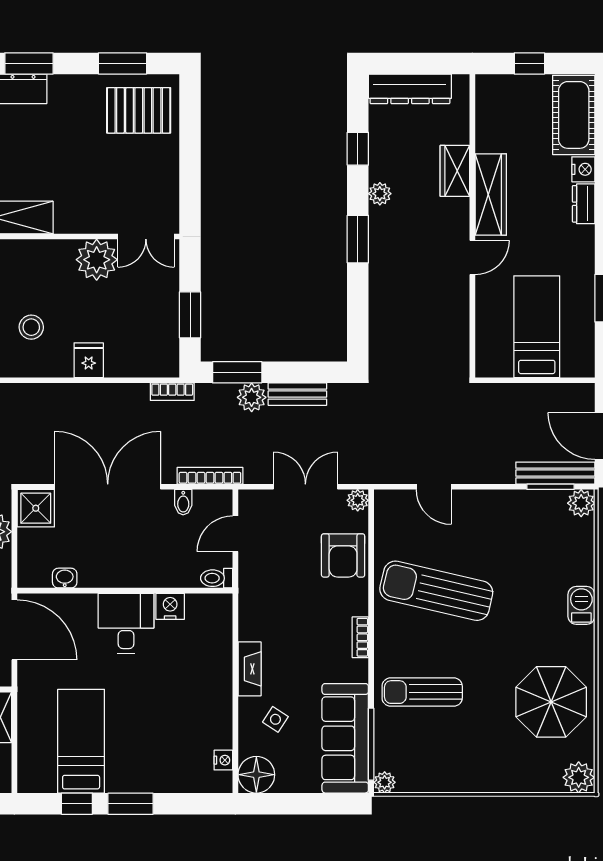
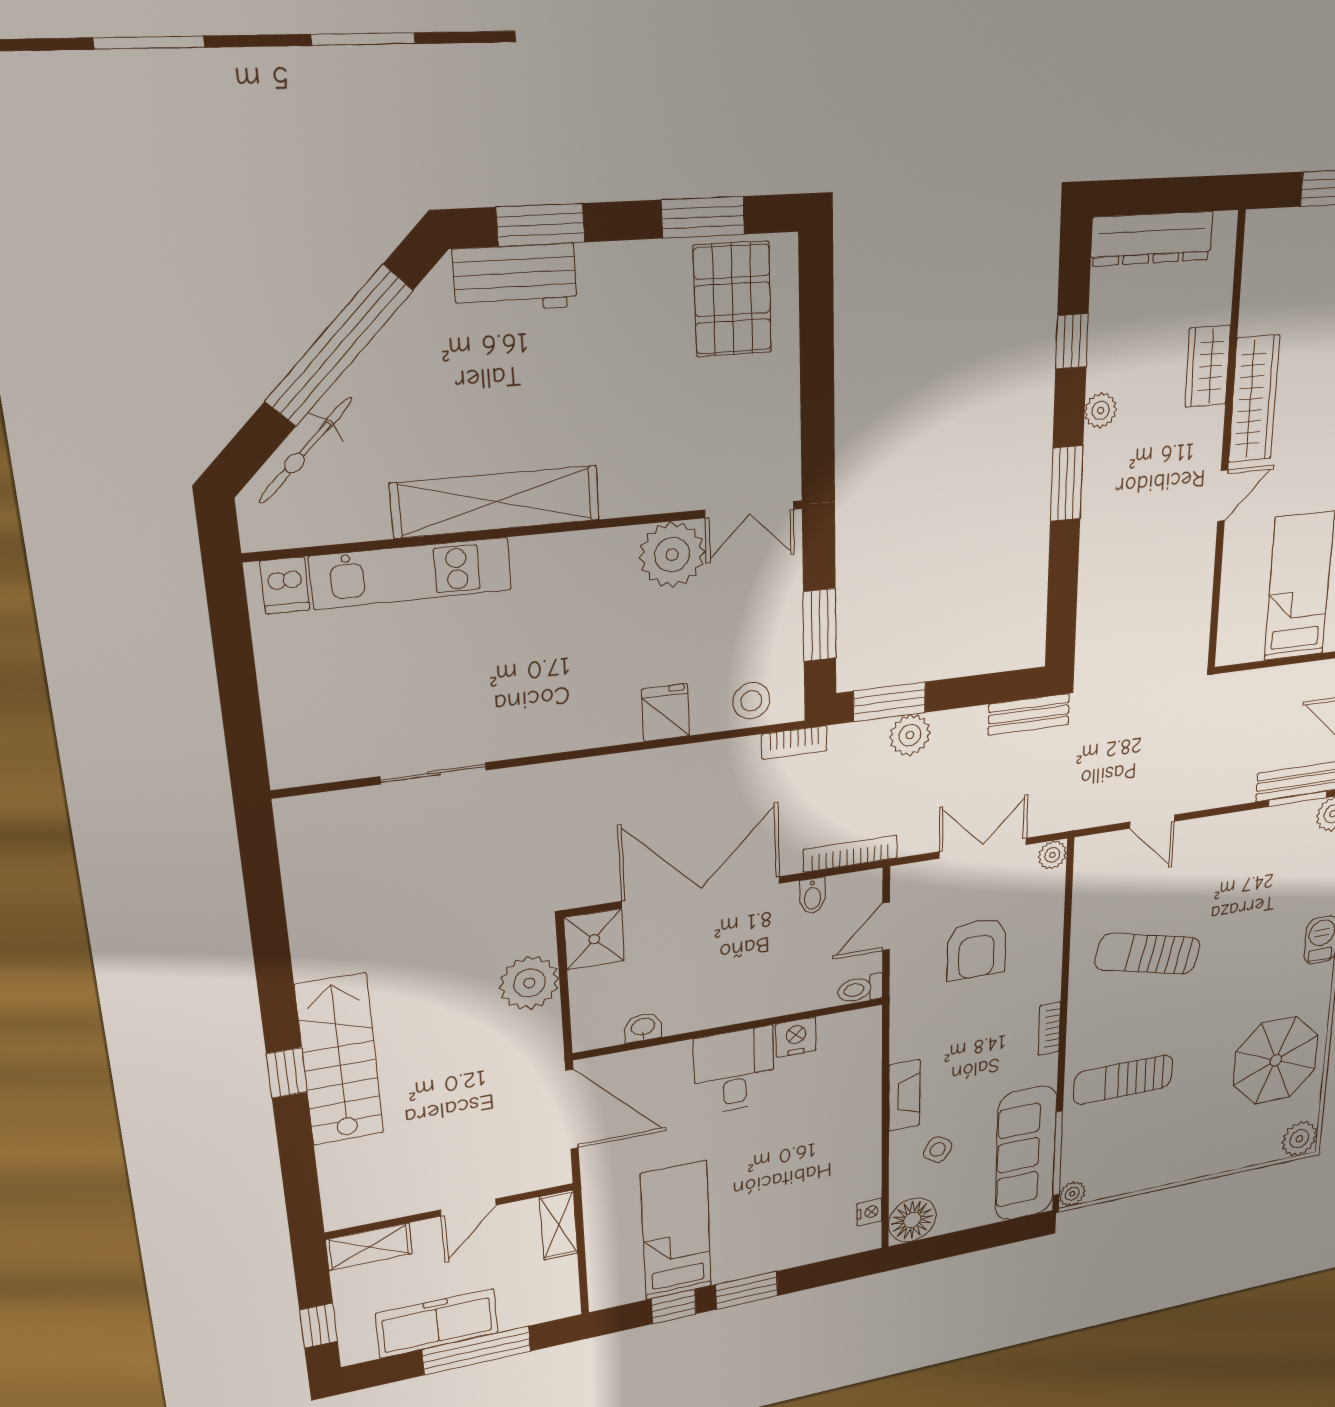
pallet: (139, 110) -> (733, 299), turned 90
stool: (31, 327) -> (751, 701), moved
bench: (297, 394) -> (1029, 714), moved
armchair: (343, 555) -> (977, 949), moved
sun lounger: (436, 591) -> (1148, 954), width x0.73, depth x0.75

